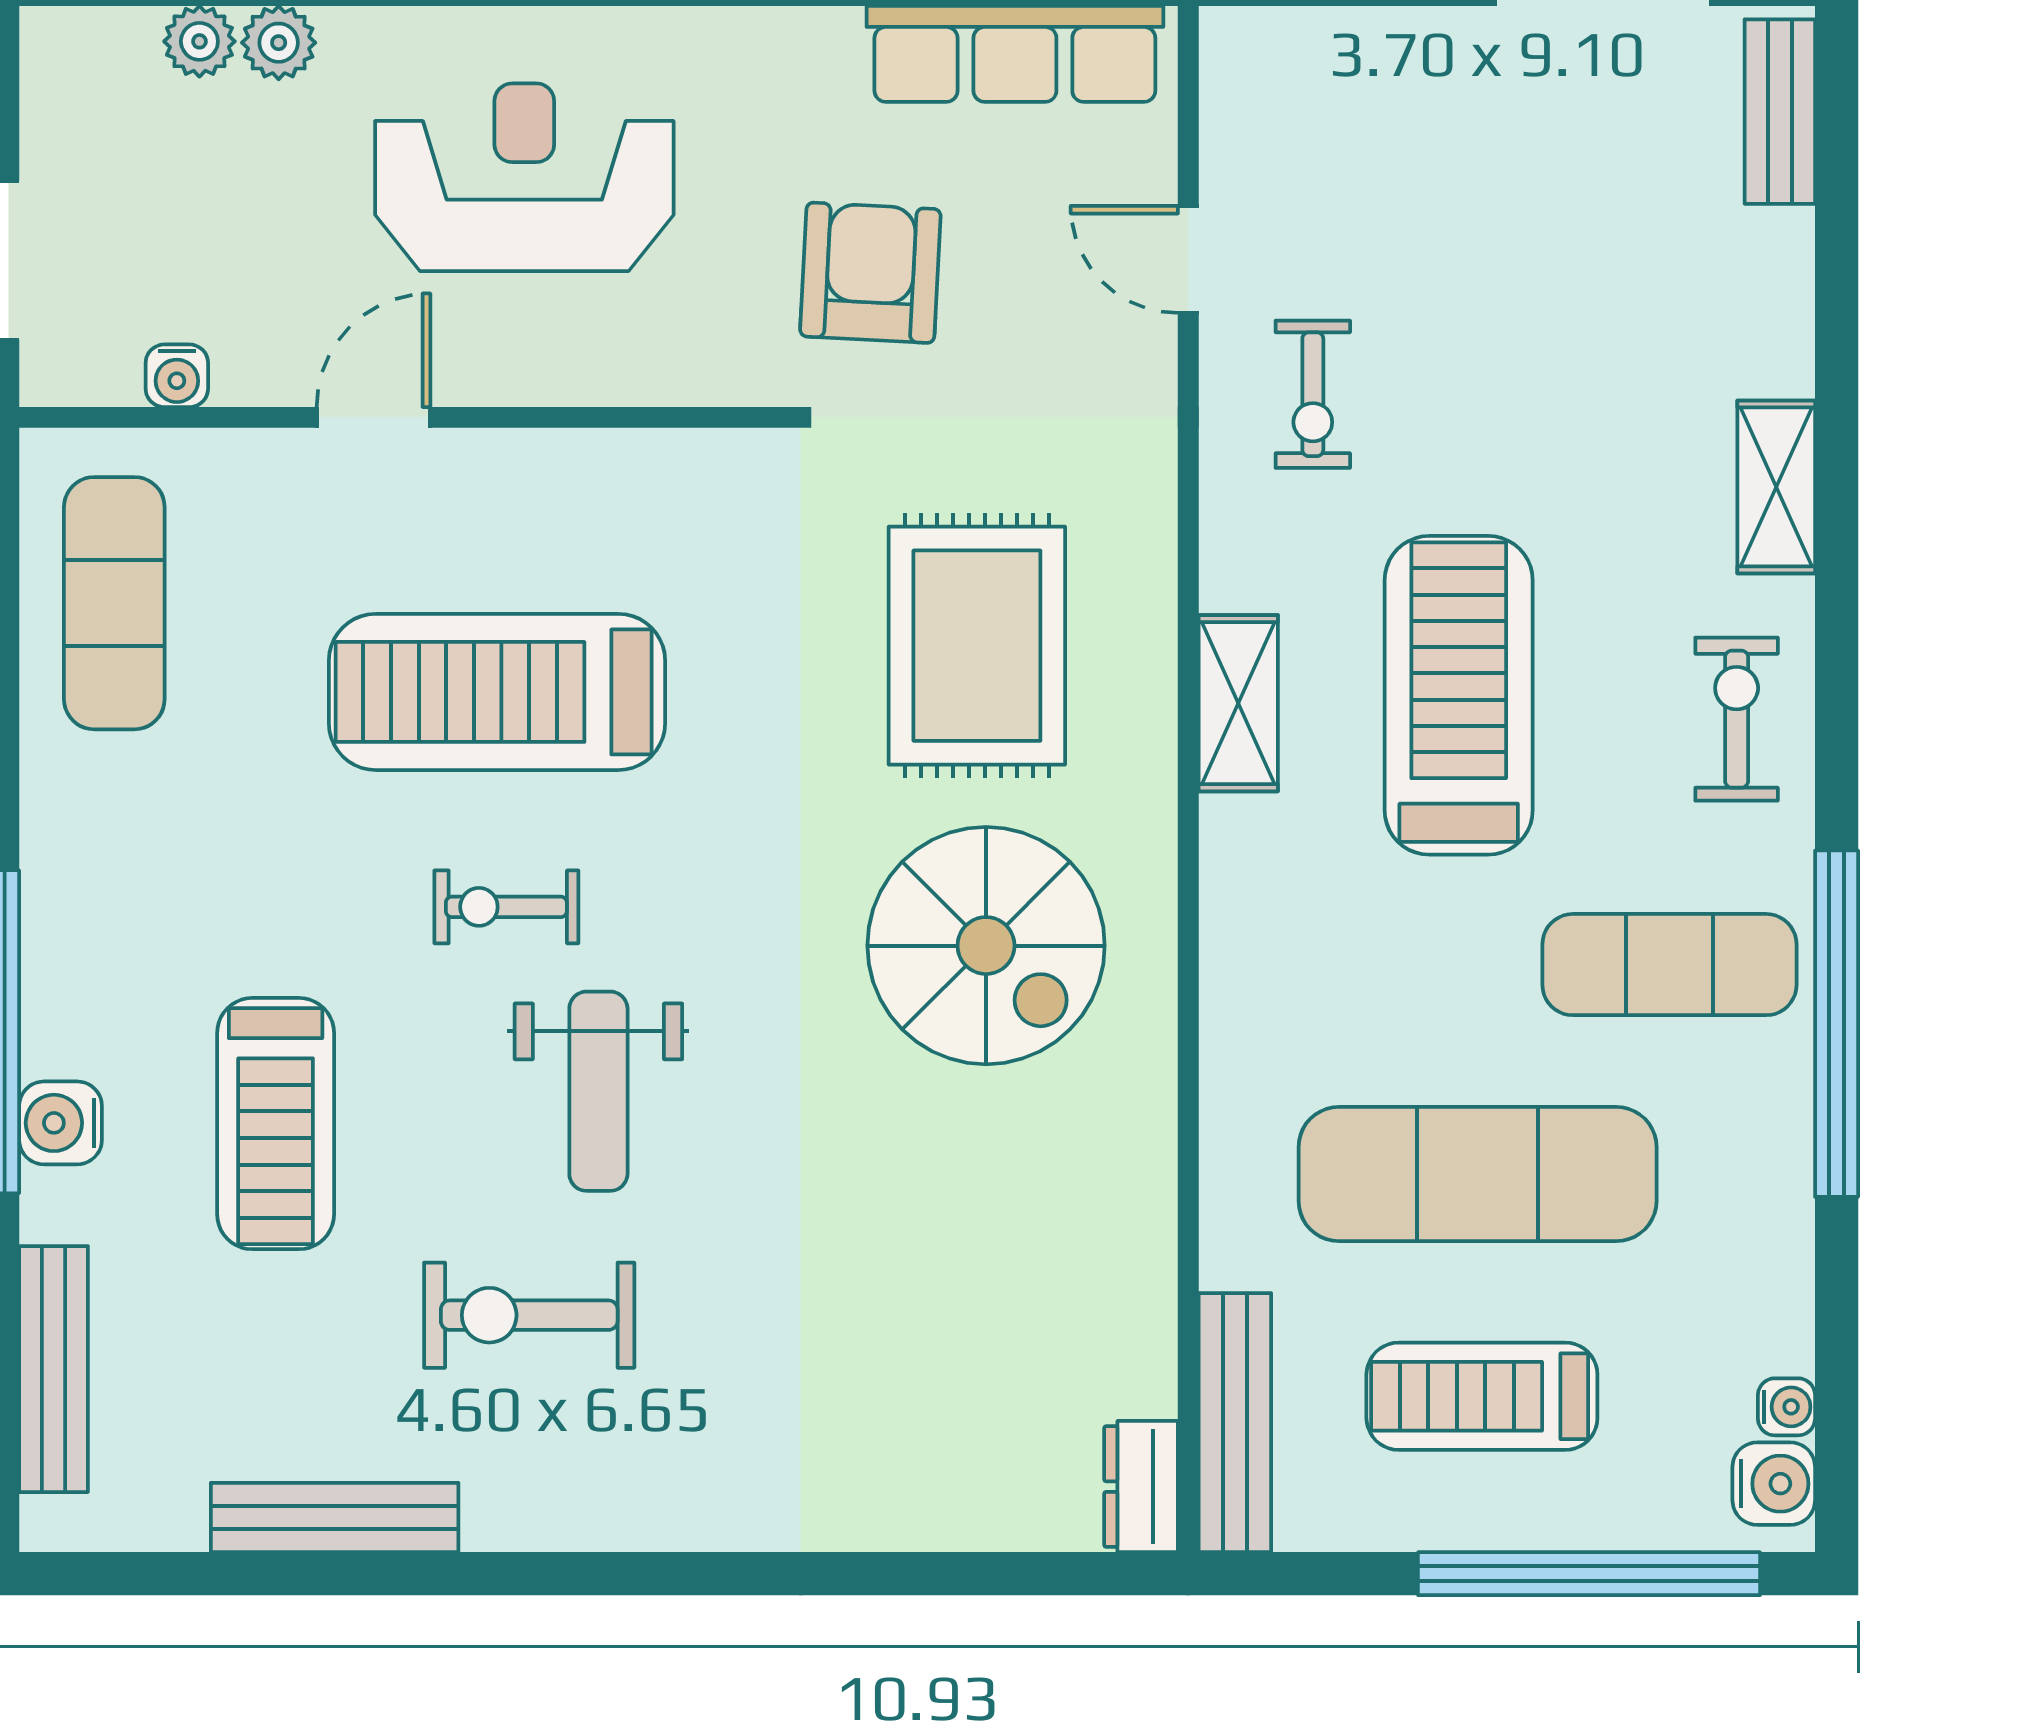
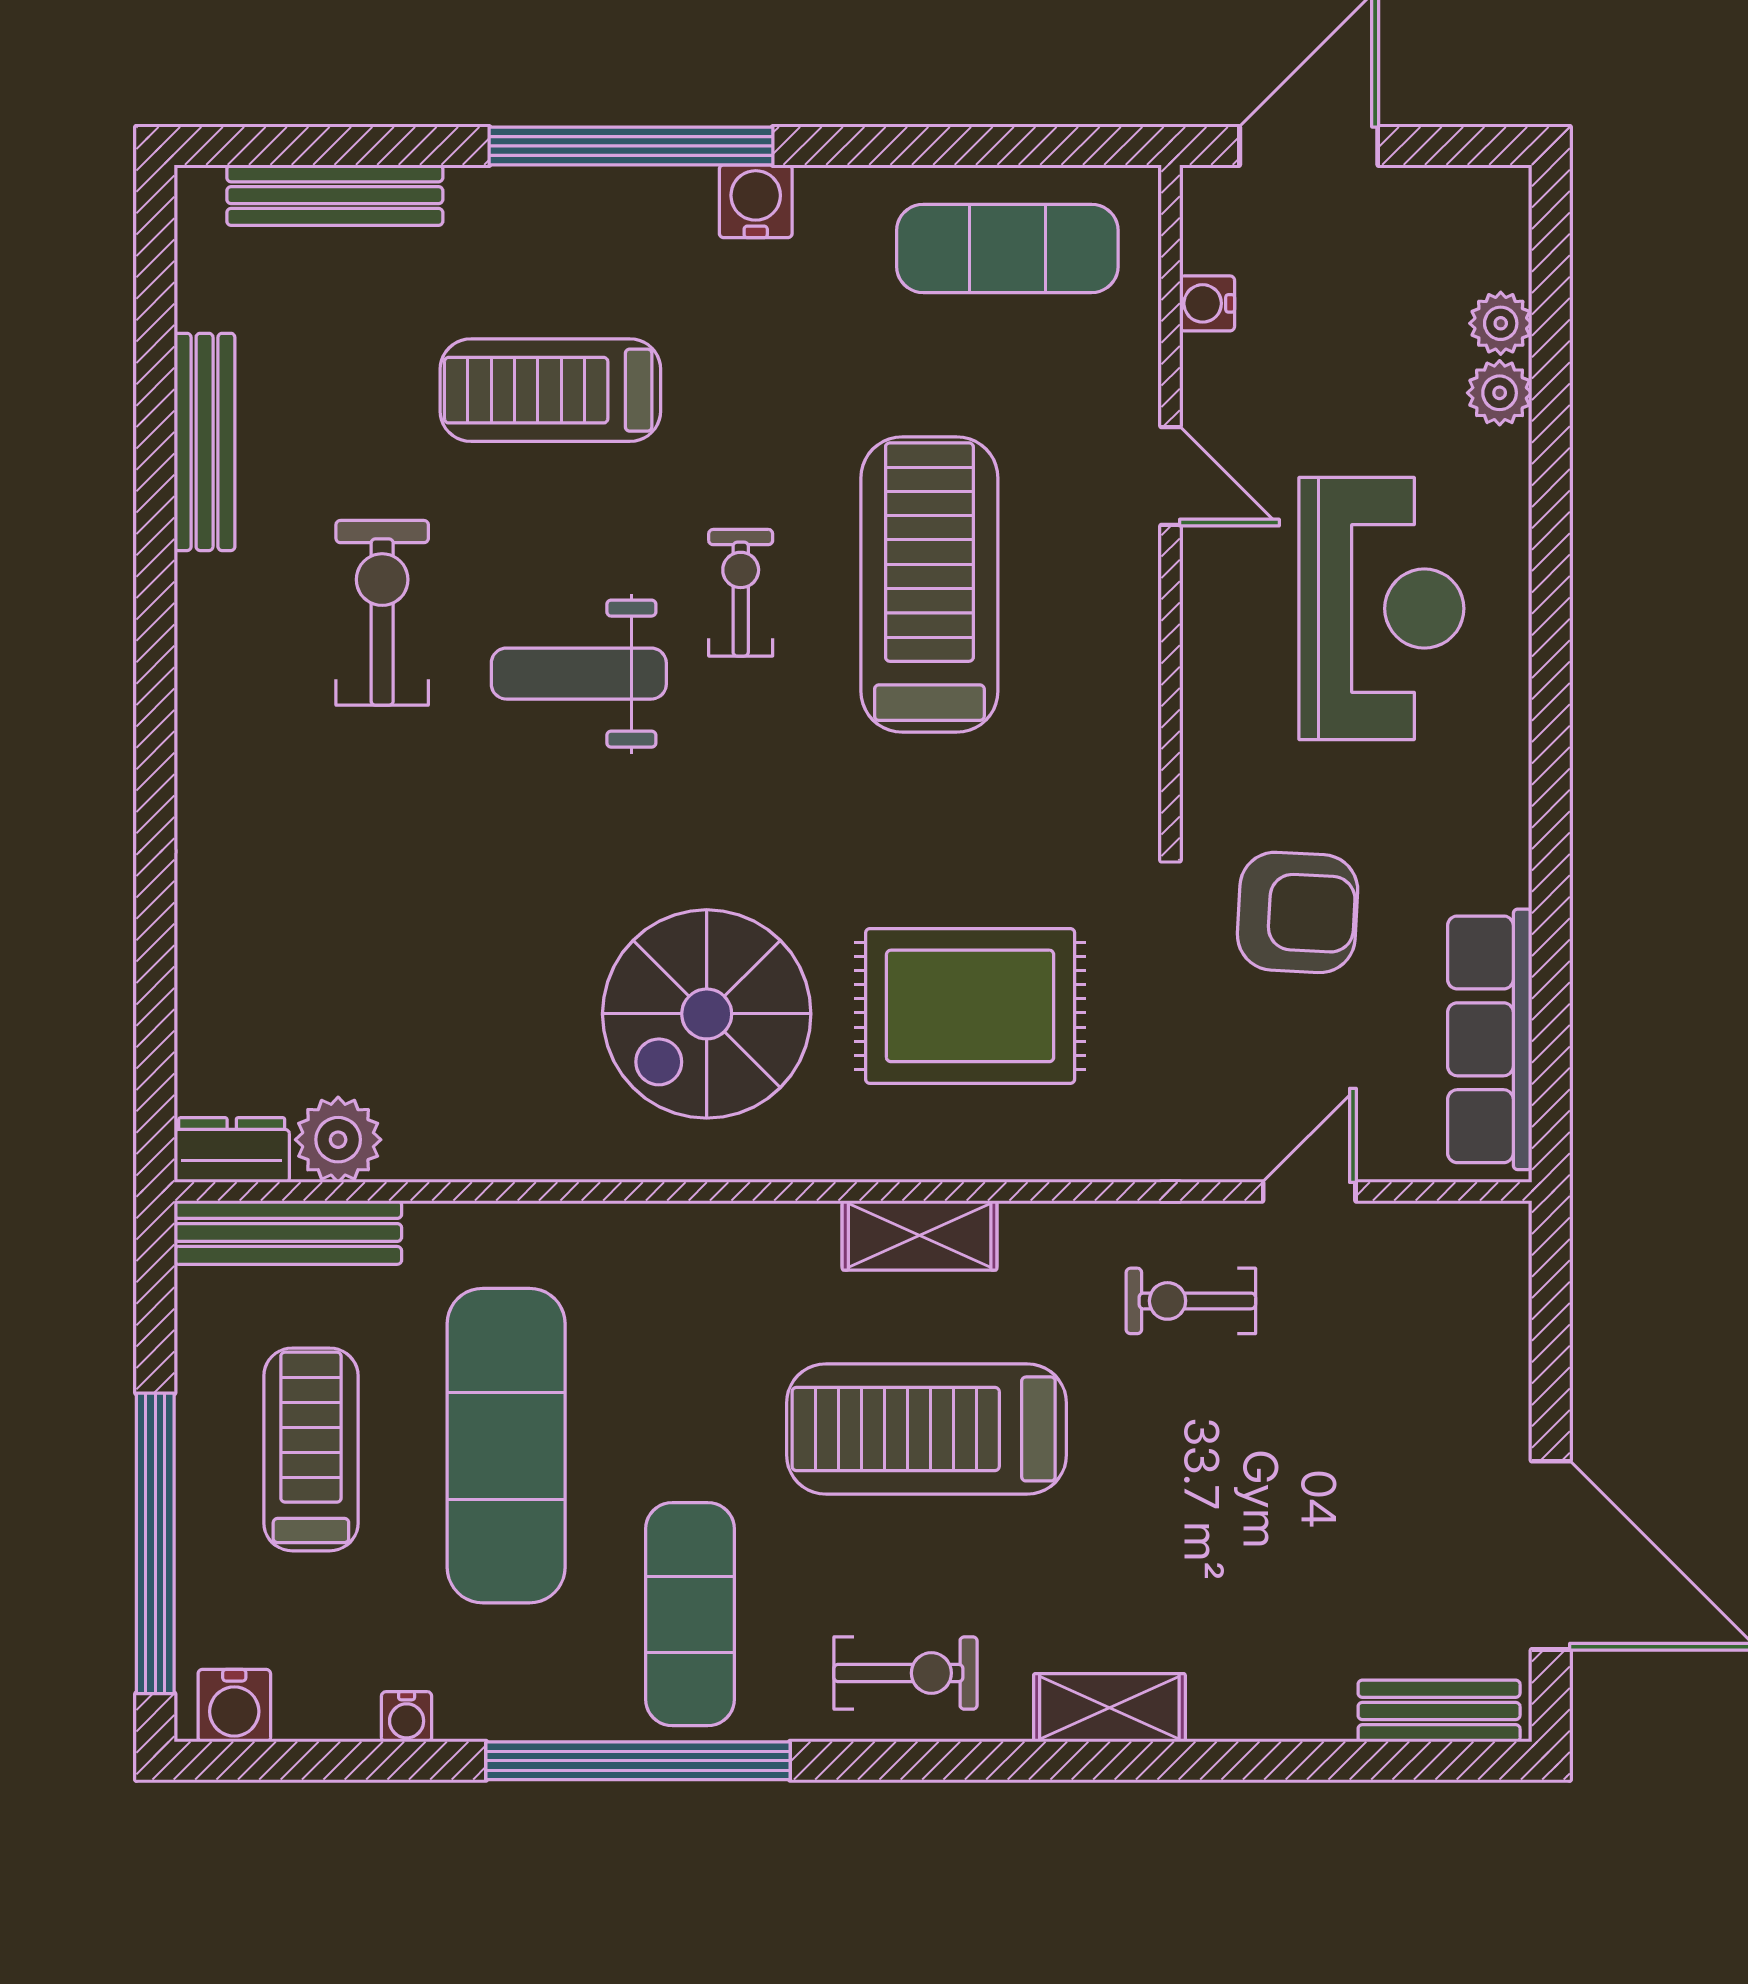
treadmill: (1459, 695) -> (926, 1429), turned 180
water cooler: (61, 1123) -> (756, 201), moved
plant: (1129, 1365) -> (338, 1140), added
water cooler: (1786, 1407) -> (407, 1717), moved

